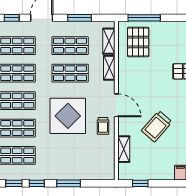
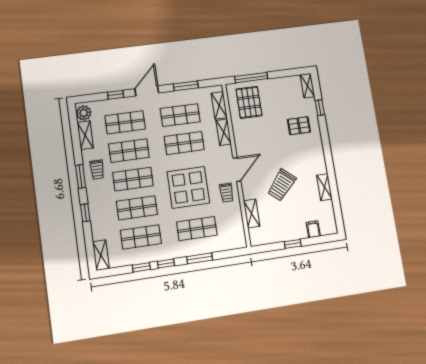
door: (116, 105) -> (237, 169), hinge flipped
shop shelf: (70, 155) -> (197, 229), added
window: (140, 183) -> (293, 244), moved

